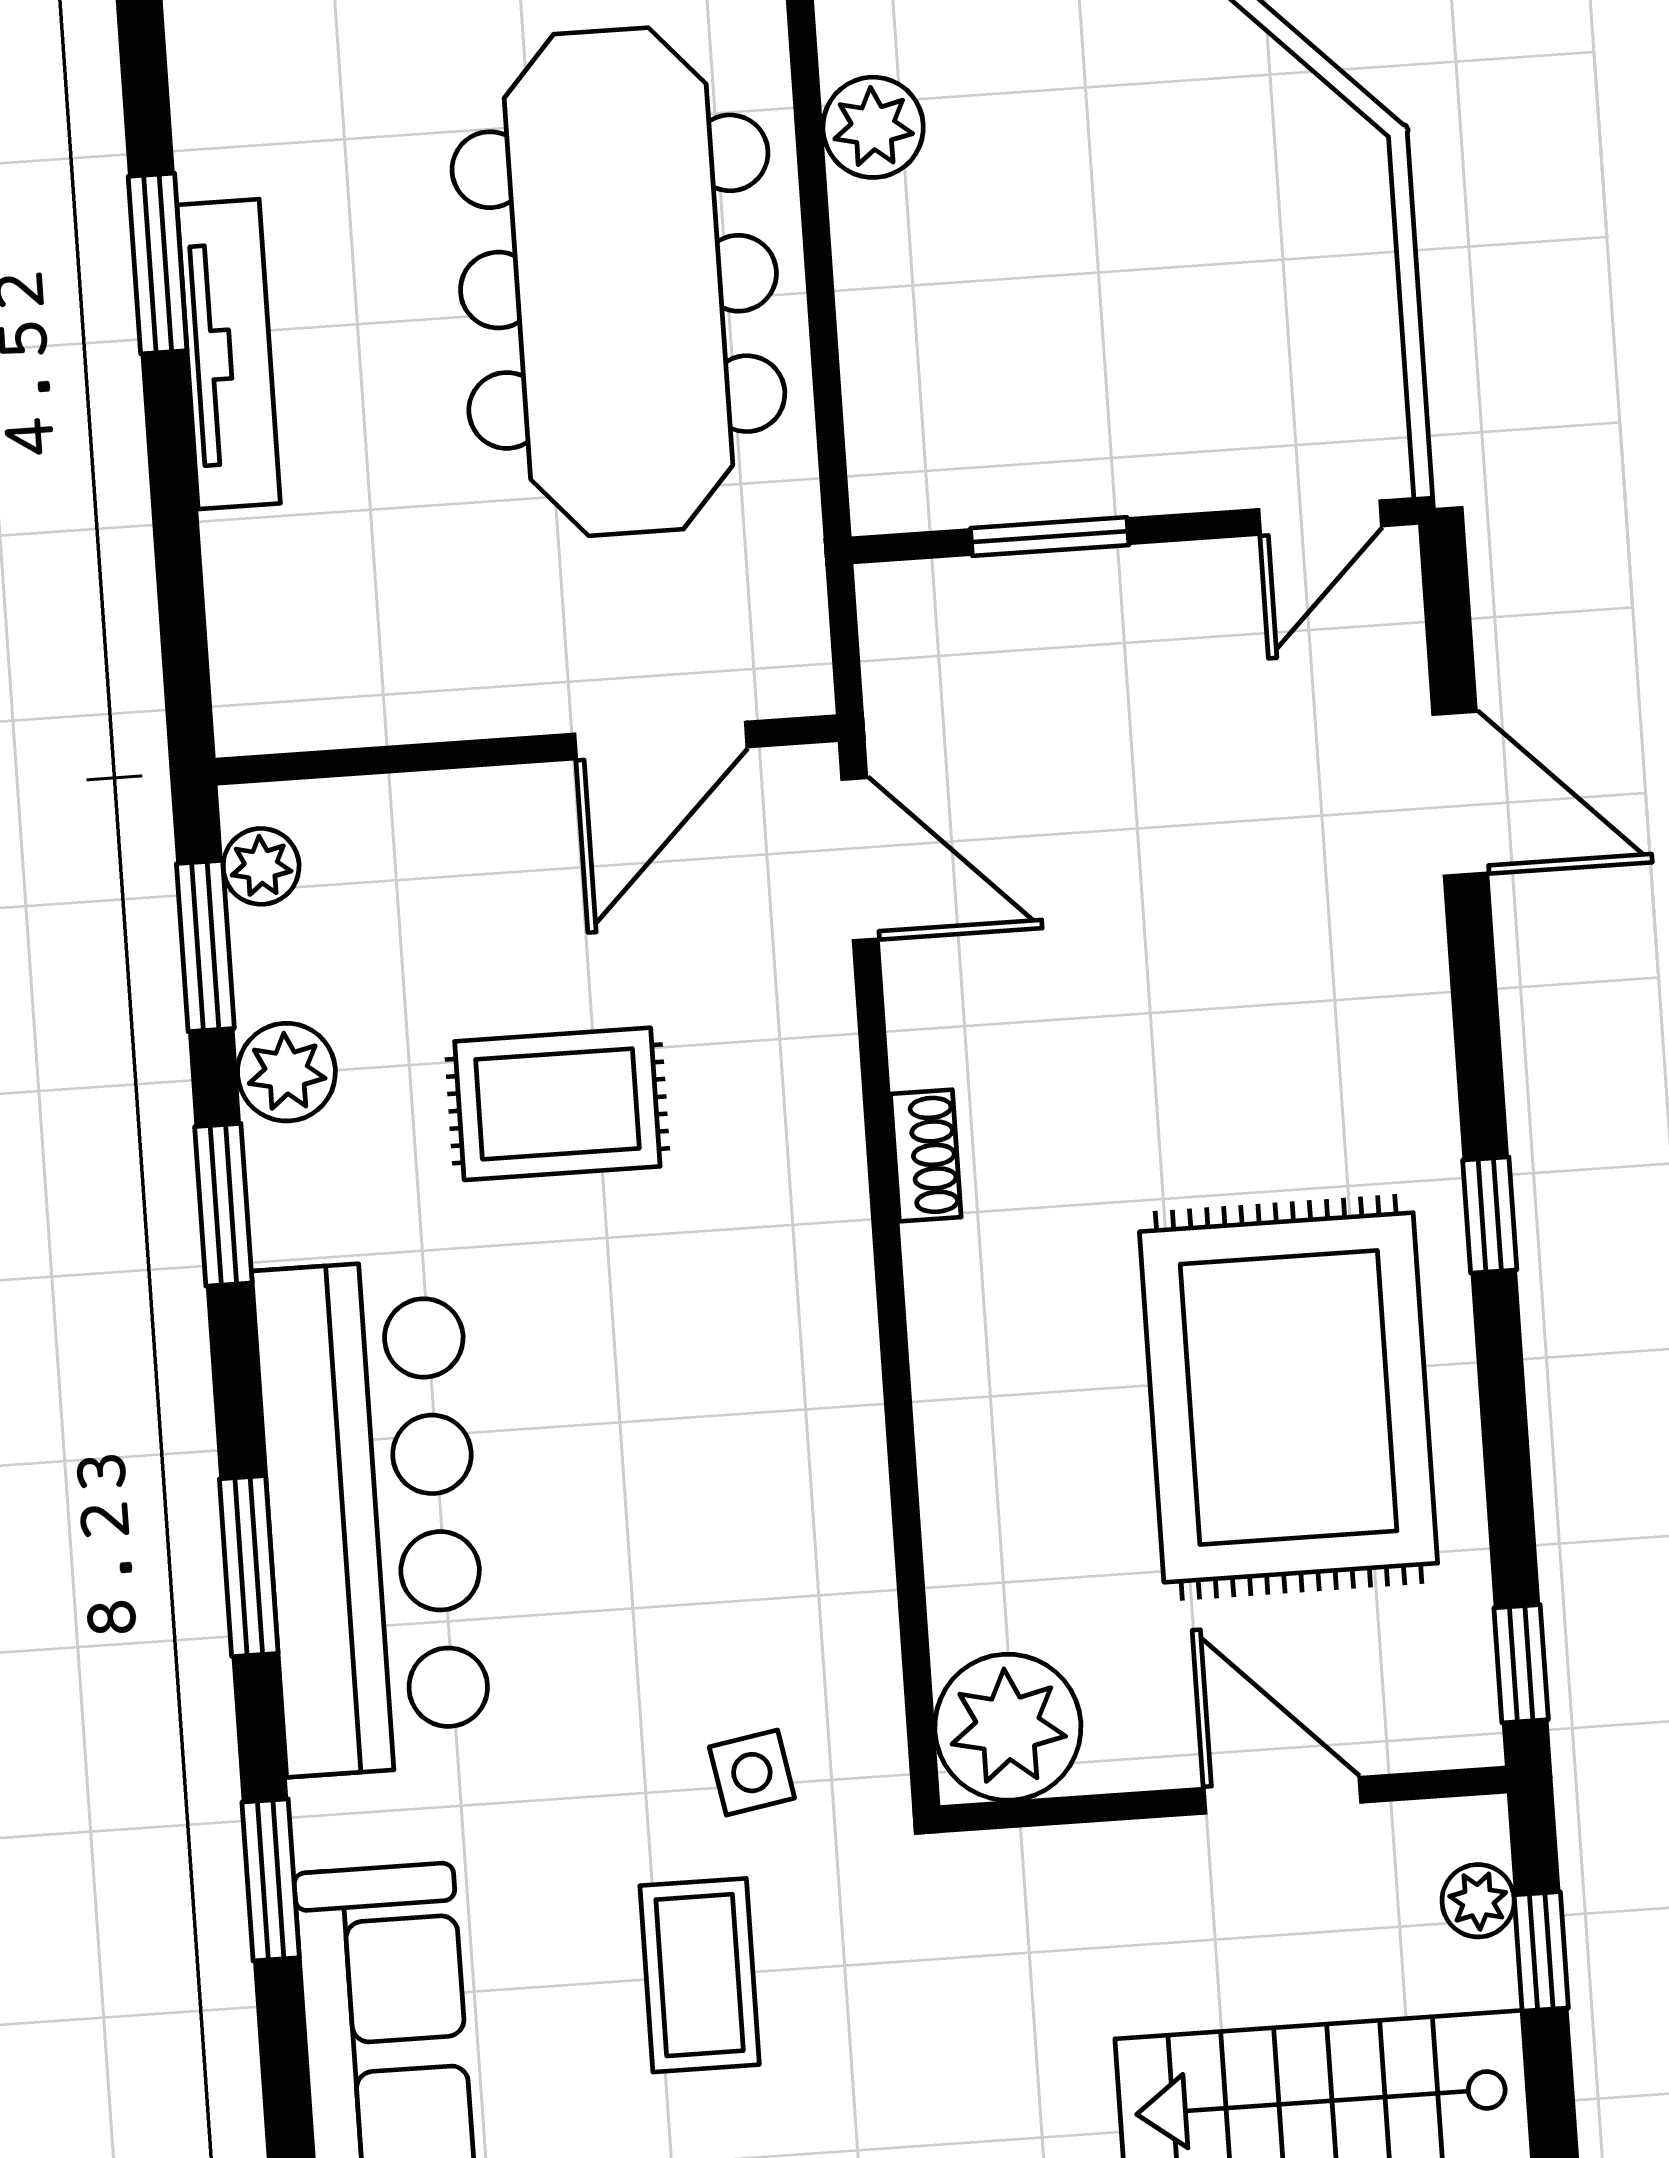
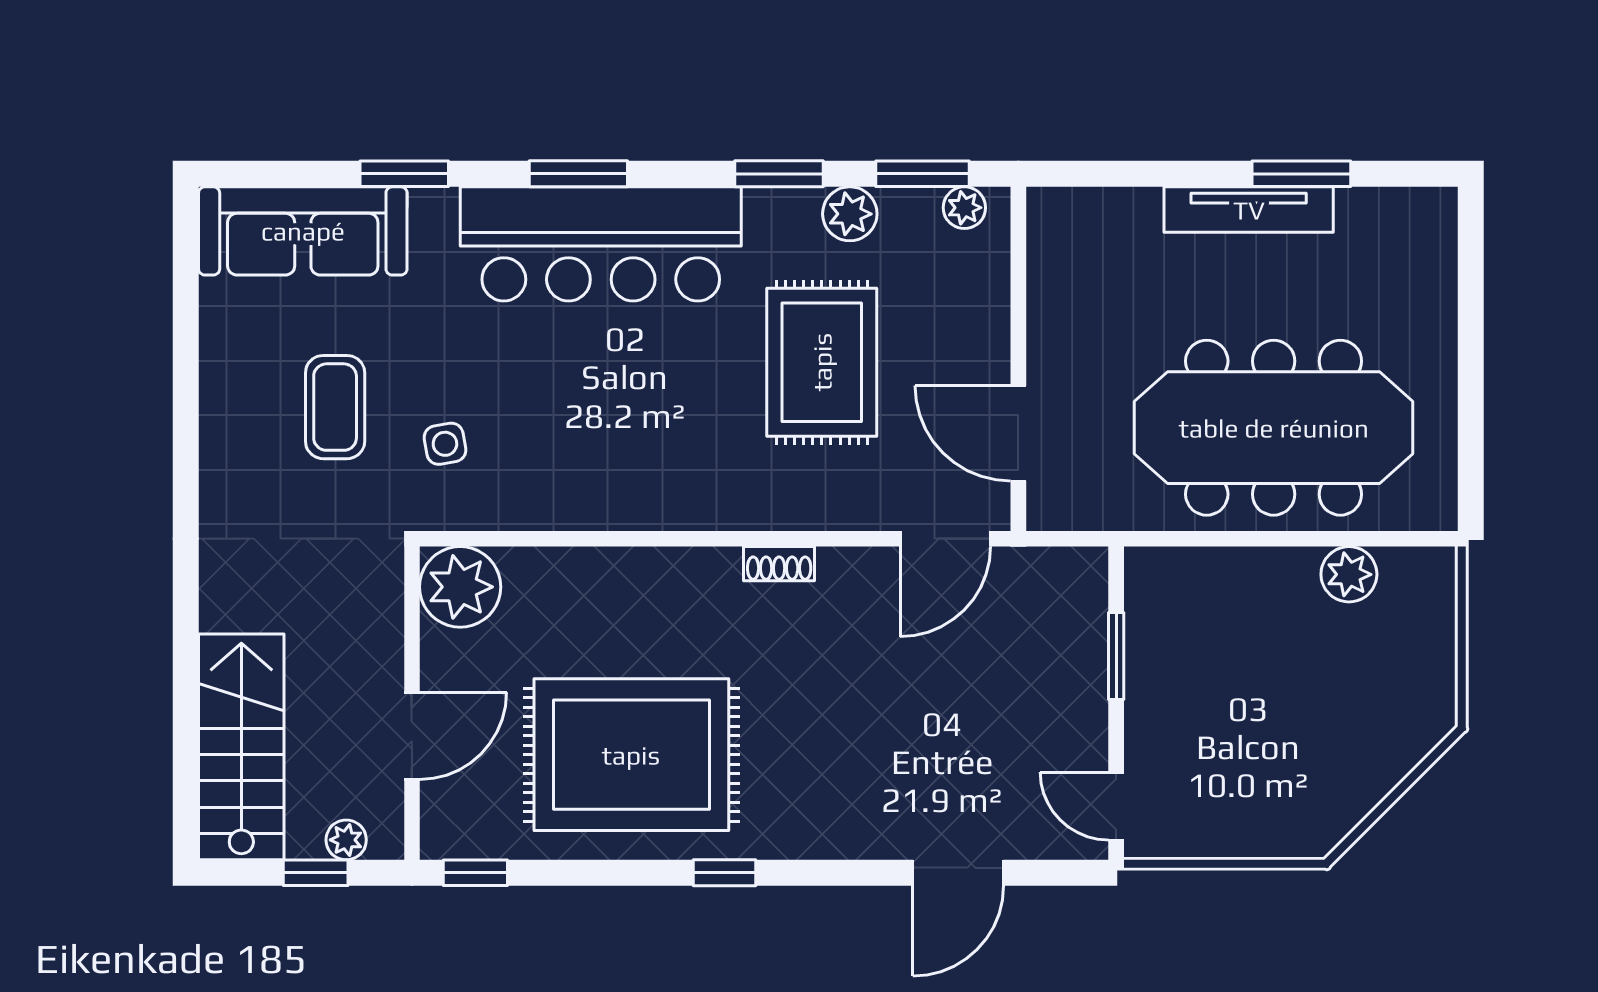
rug: (557, 1104) -> (822, 362), width x1.36, depth x1.43
coffee table: (700, 1975) -> (335, 407), turned 90

